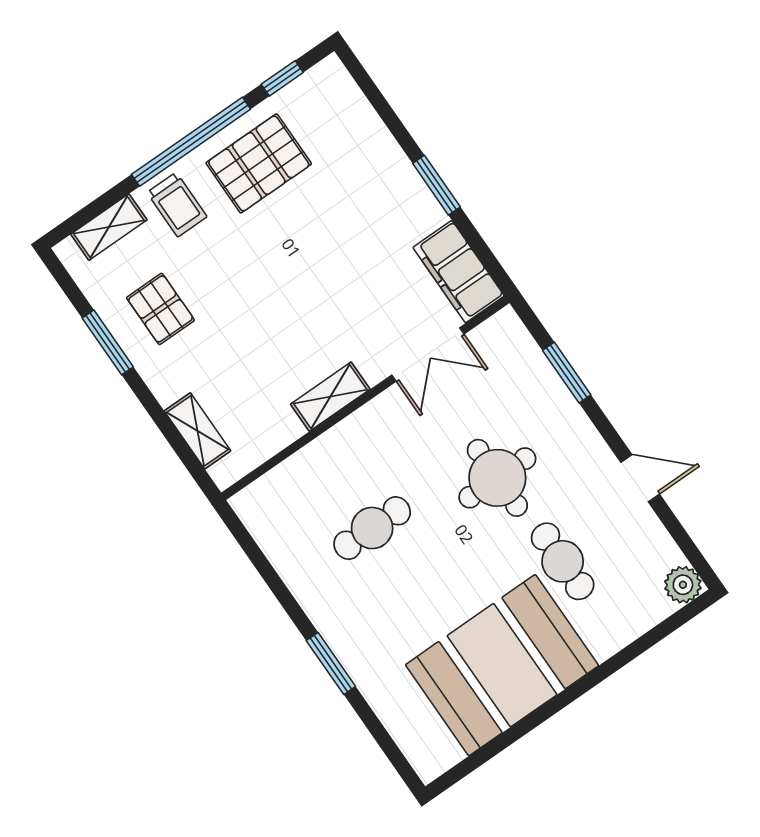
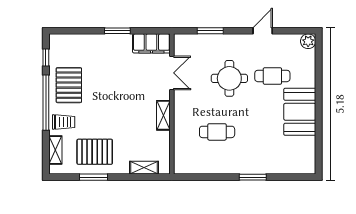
pallet: (161, 309) -> (95, 152), width x1.50, depth x1.42
cafe table: (372, 528) -> (217, 132), turned 90
booth: (502, 665) -> (300, 112), width x0.73, depth x0.70

